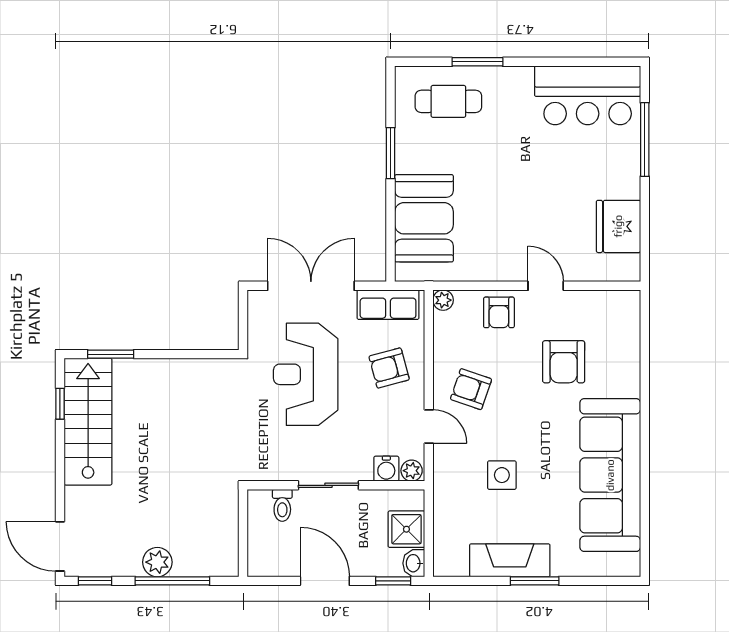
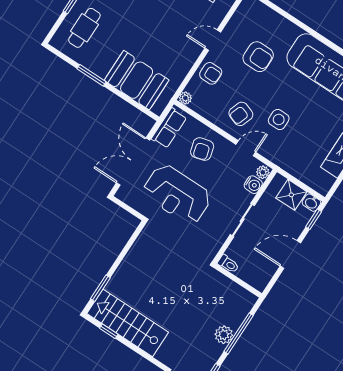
side table: (502, 475) -> (279, 120), moved
toilet: (282, 505) -> (228, 264), moved

